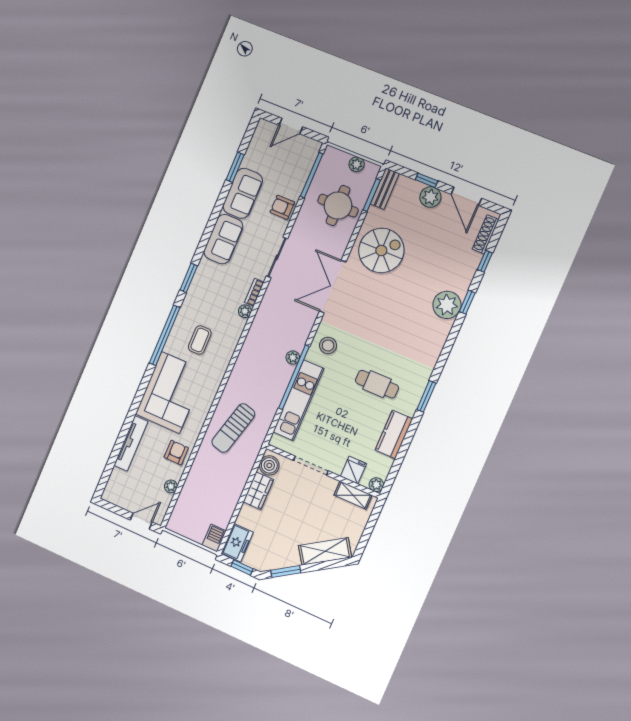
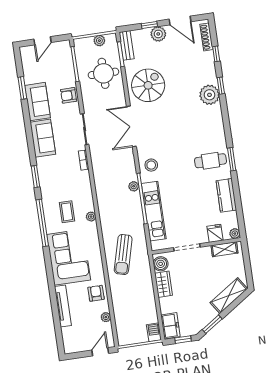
plant: (245, 311) -> (91, 217), moved
cafe table: (377, 384) -> (211, 161), moved

